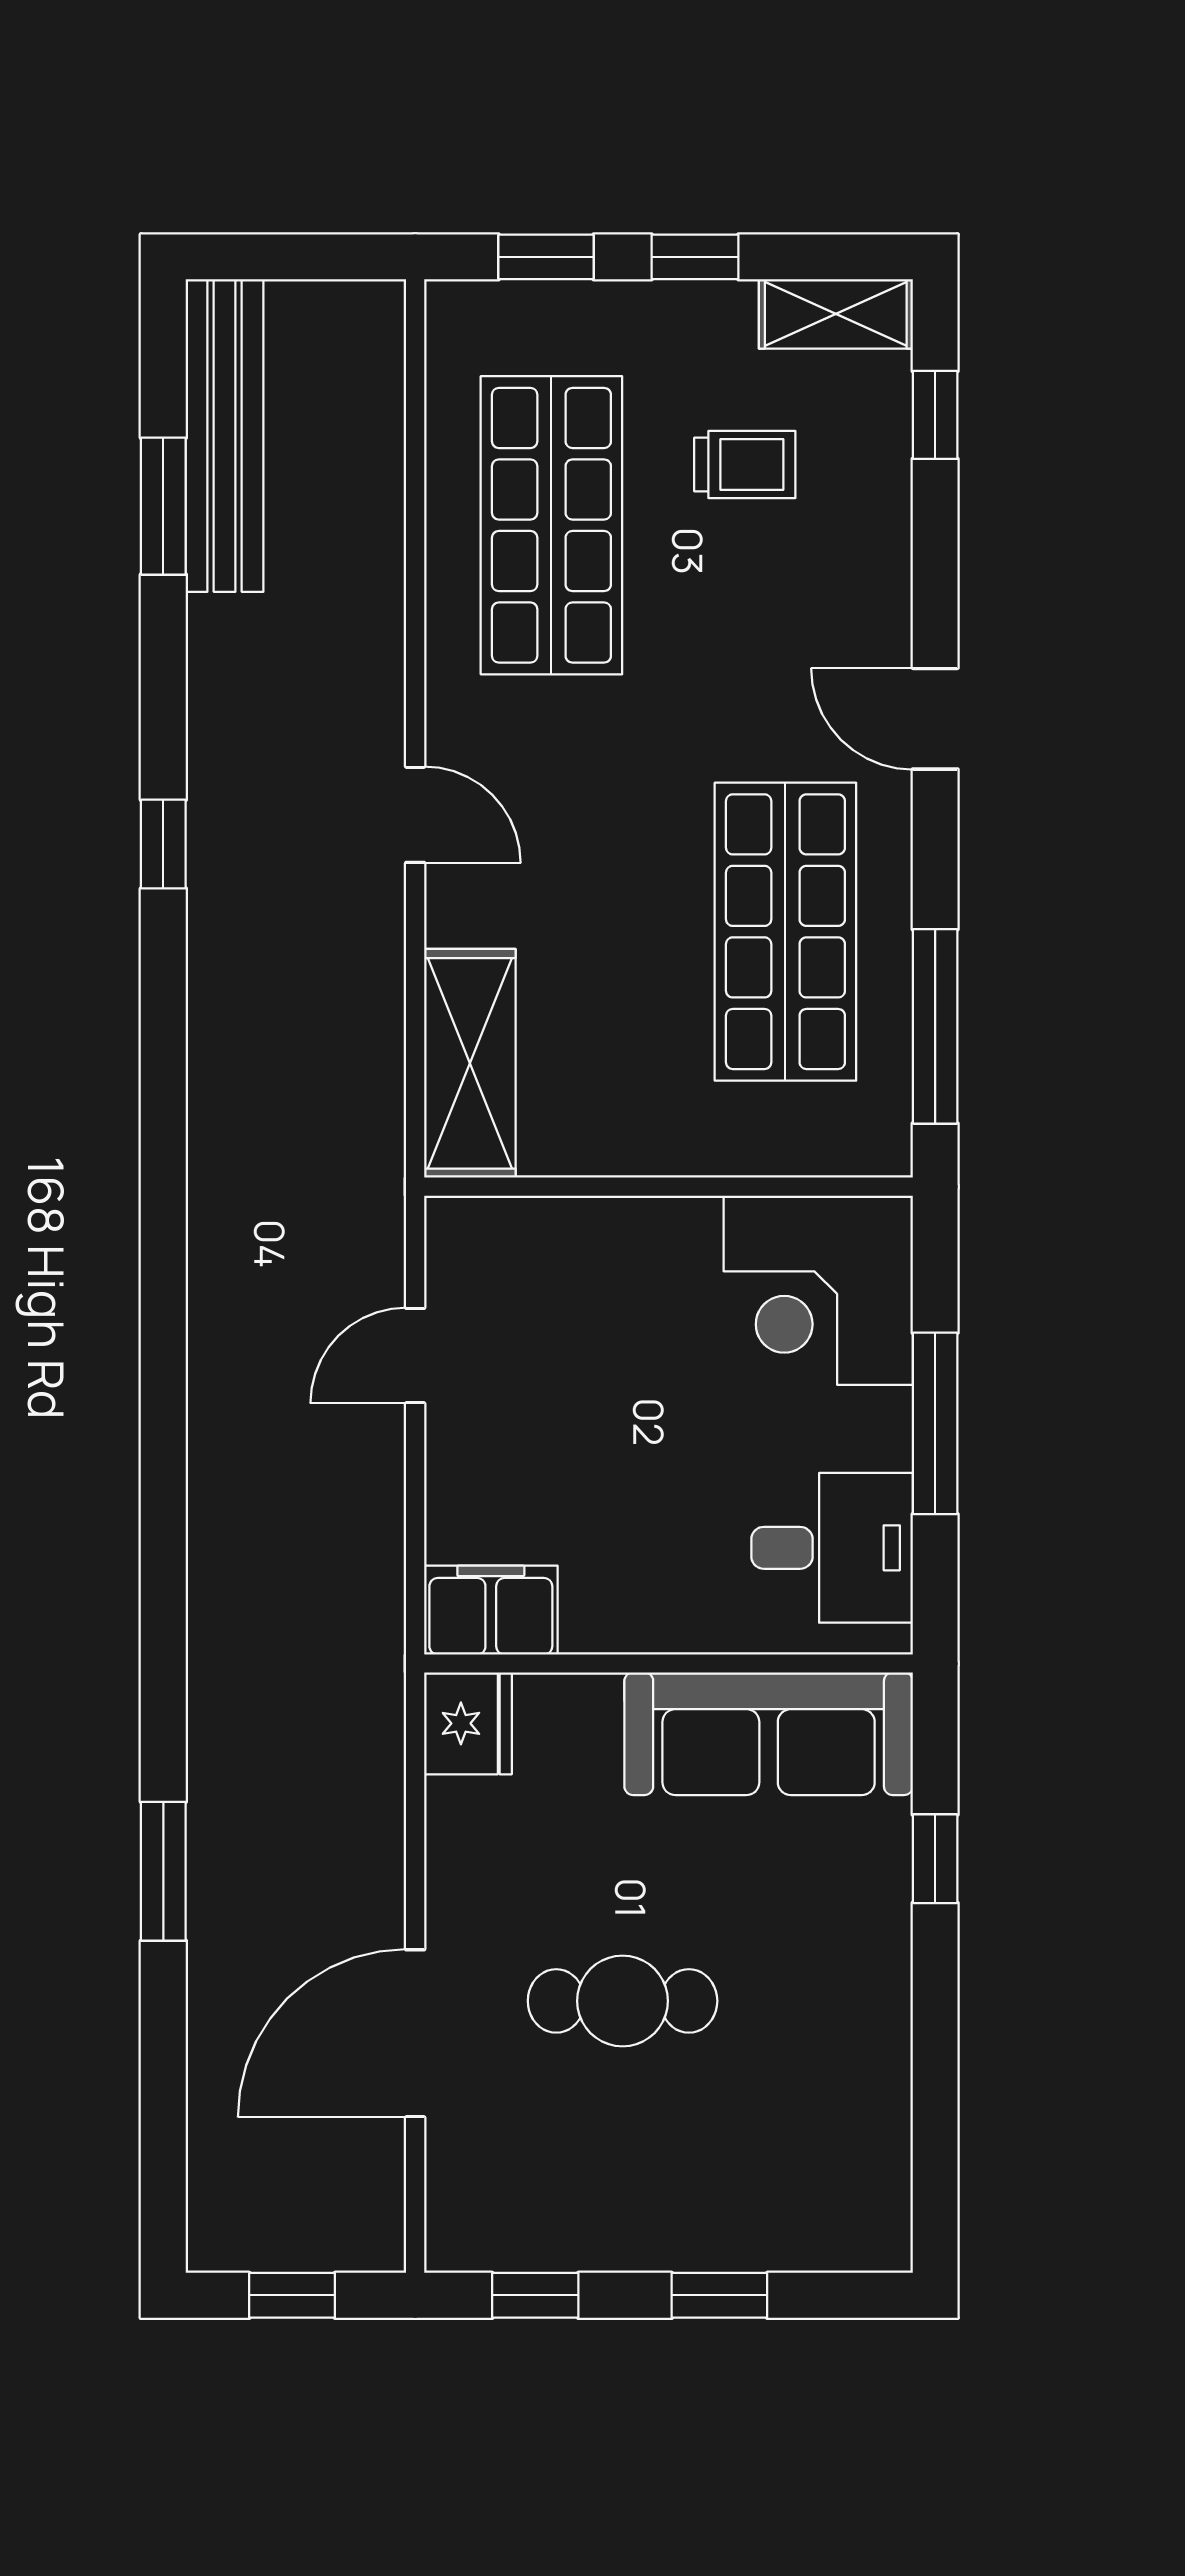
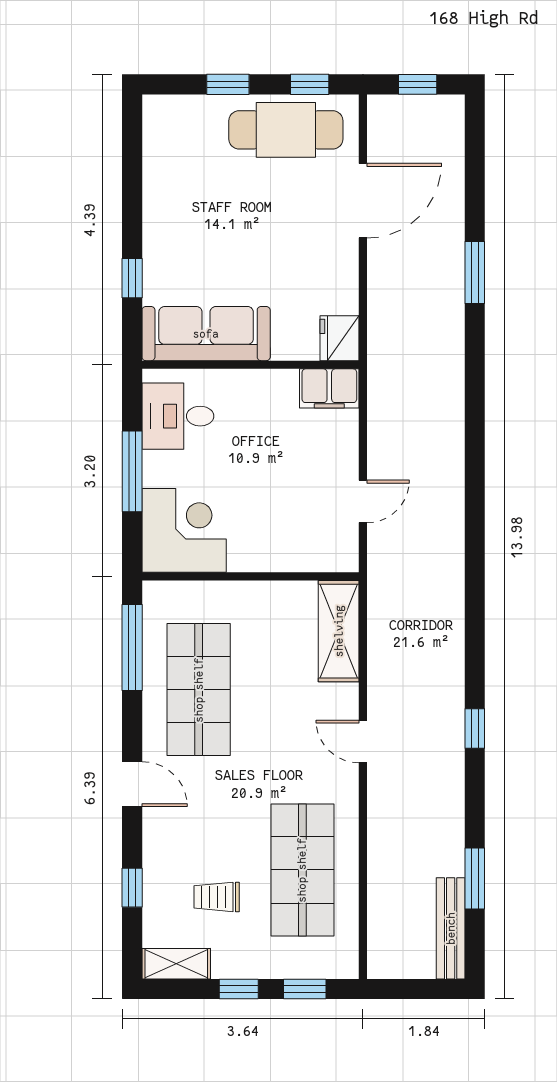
window: (935, 415) -> (132, 888), moved
bench: (225, 436) -> (451, 928), width x0.73, depth x0.82
cafe table: (623, 2001) -> (286, 130), moved, width x1.37, depth x1.35

